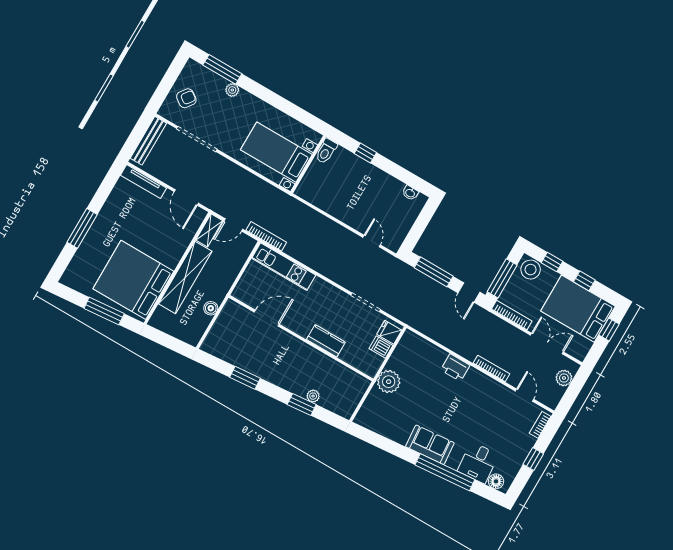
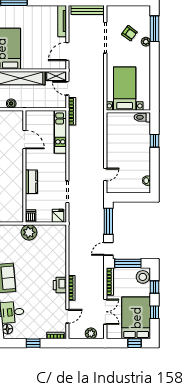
armchair: (186, 98) -> (129, 33), moved
dishwasher: (381, 347) -> (31, 216), moved
printer: (455, 368) -> (60, 285), moved

